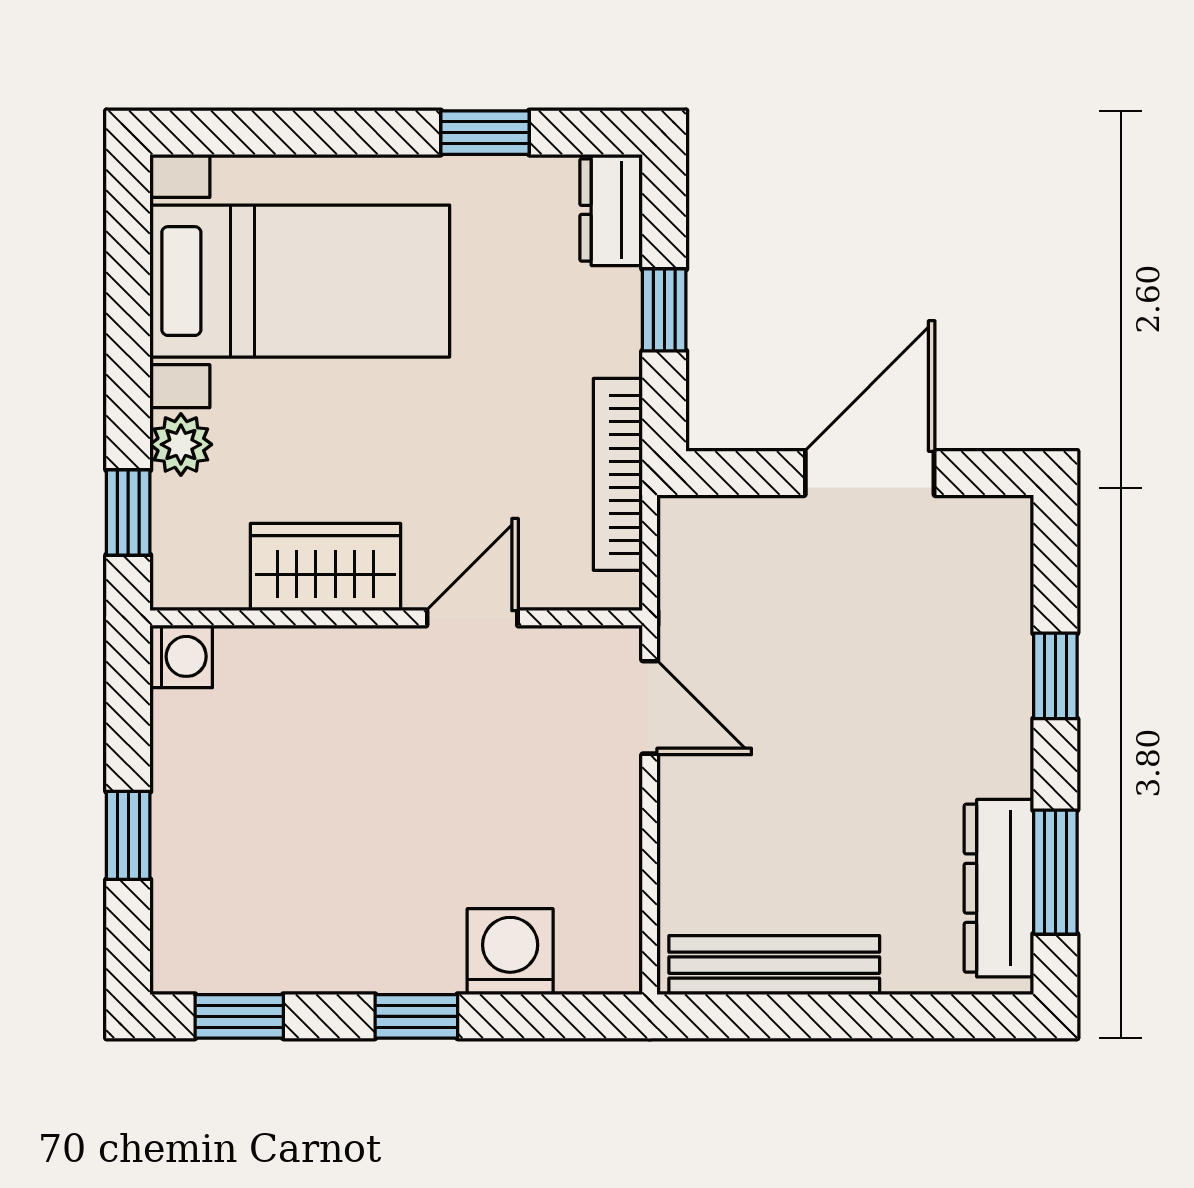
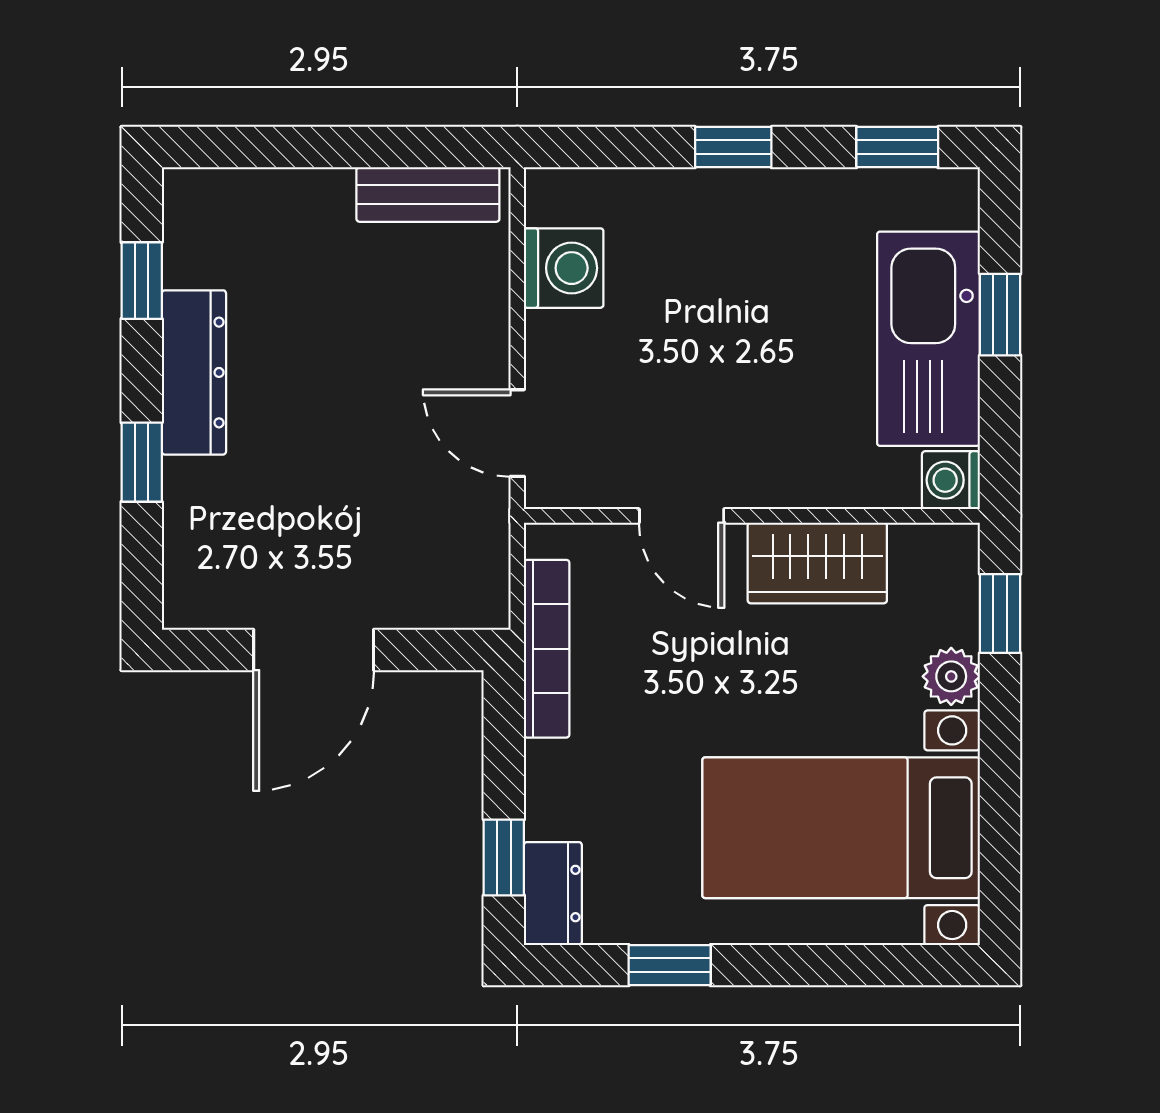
window: (664, 310) -> (504, 857), moved
door: (472, 618) -> (682, 516), hinge flipped
kitchen sink: (205, 809) -> (928, 339), added
window: (1055, 872) -> (142, 281), width x0.67
dresser: (999, 888) -> (194, 372), moved
washing machine: (510, 952) -> (564, 268), moved, turned -90
bench: (774, 965) -> (428, 194), width x0.73

